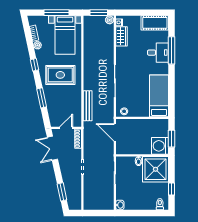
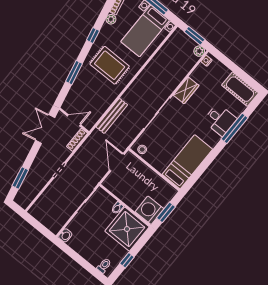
wardrobe: (121, 36) -> (186, 90), moved

